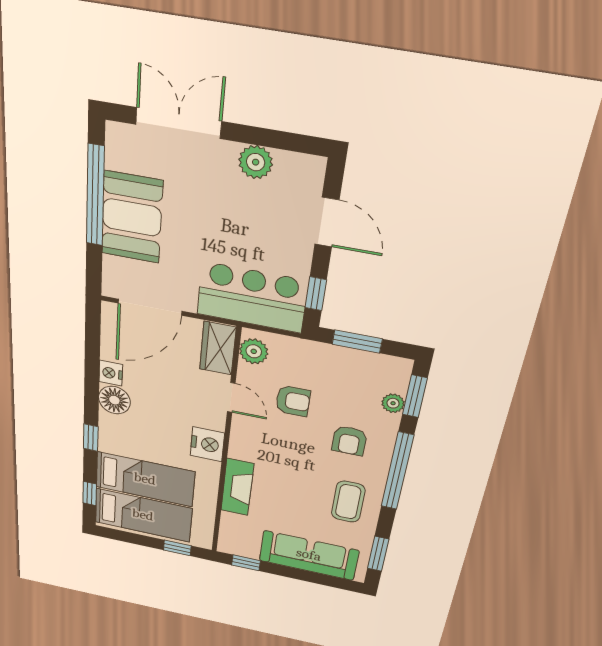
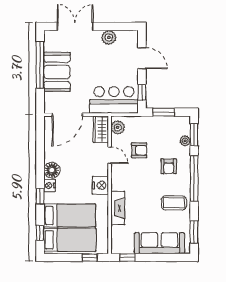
nightstand: (111, 373) -> (50, 185), moved
coffee table: (348, 502) -> (174, 203), turned 90

